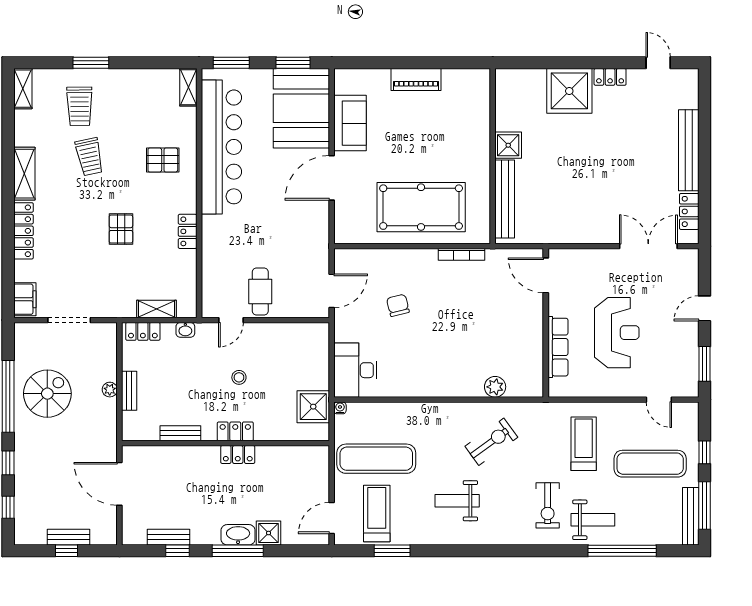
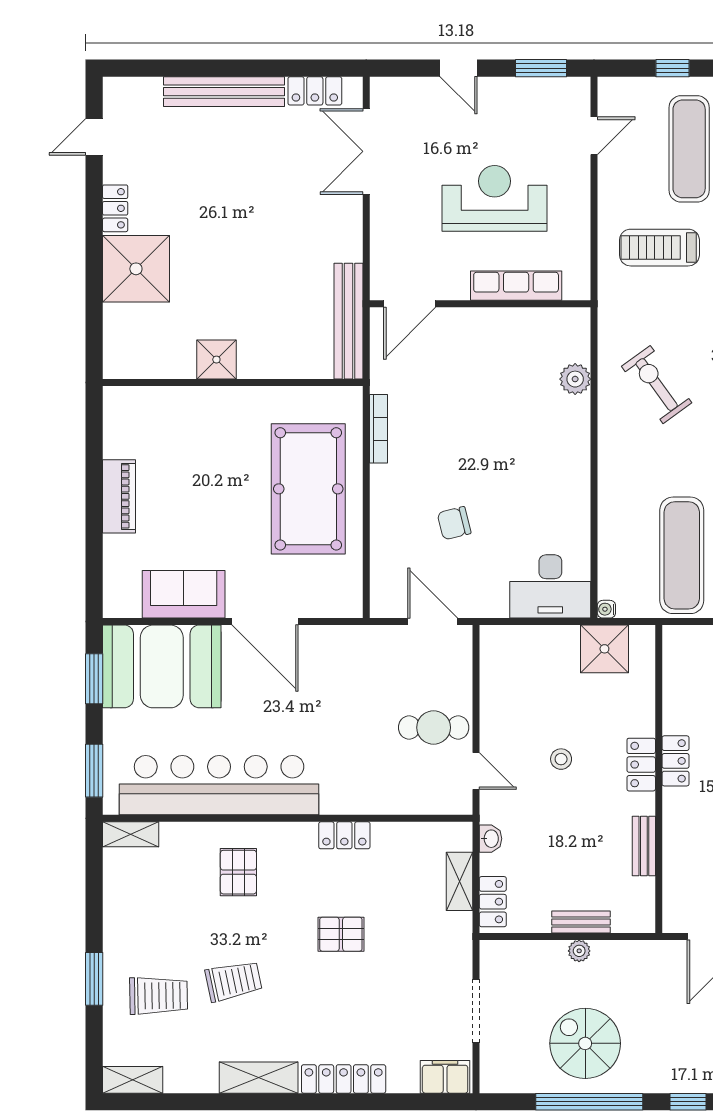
bench: (505, 199) -> (348, 321), moved, turned 90

